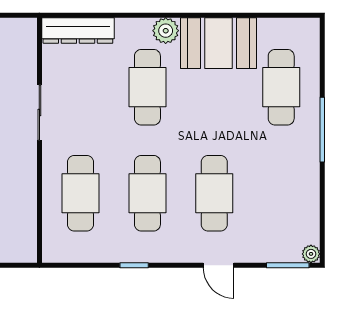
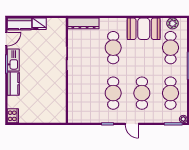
plant: (166, 31) -> (173, 23), moved
cafe table: (81, 193) -> (171, 93), moved
door: (219, 265) -> (132, 124), moved

